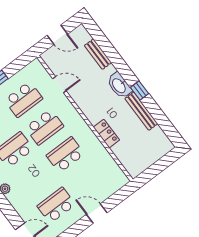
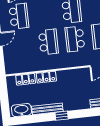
washbasin: (119, 85) -> (21, 110), moved
locker: (123, 155) -> (26, 79), added

